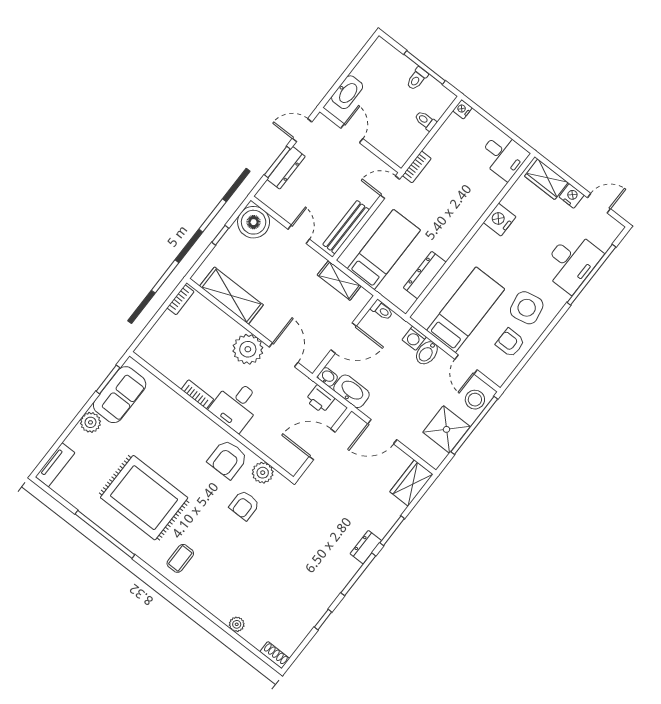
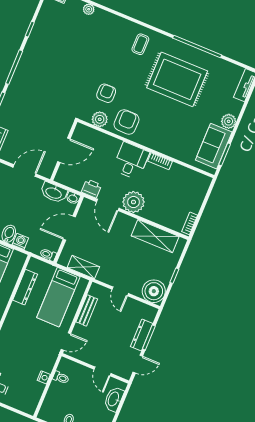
nightstand: (462, 109) -> (44, 377), moved
toilet: (426, 121) -> (61, 378), moved
bookcase: (417, 167) -> (51, 361), removed
bench: (346, 227) -> (87, 310), width x0.73
printer: (320, 399) -> (92, 189), moved
dresser: (366, 547) -> (14, 87), removed

